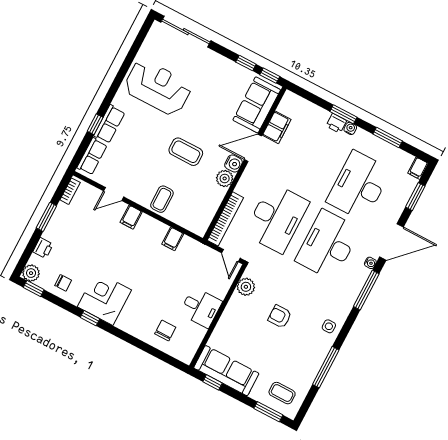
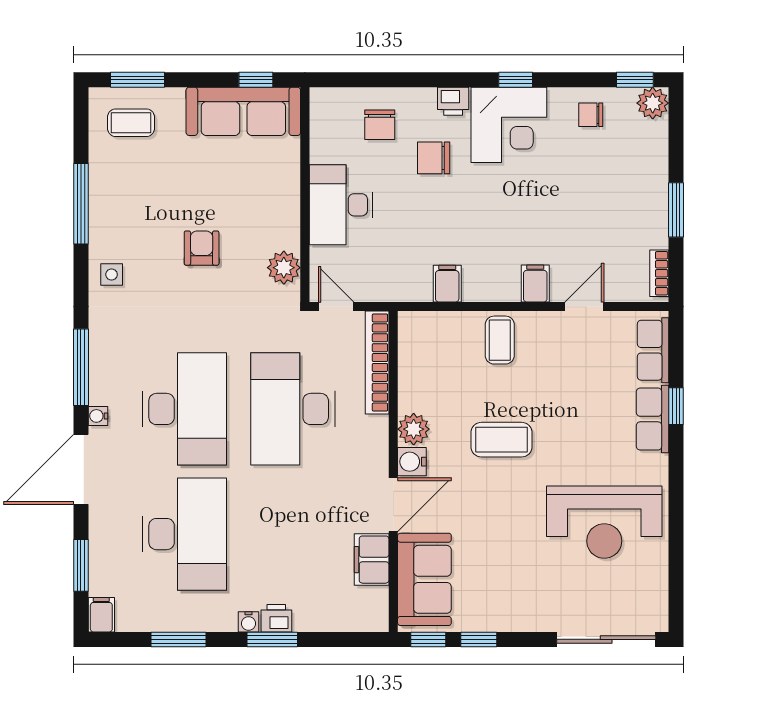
printer: (43, 248) -> (453, 101), moved, turned -90
chair: (148, 302) -> (434, 158), added
desk: (201, 307) -> (341, 205), width x1.37
armchair: (280, 316) -> (202, 248), turned -90

